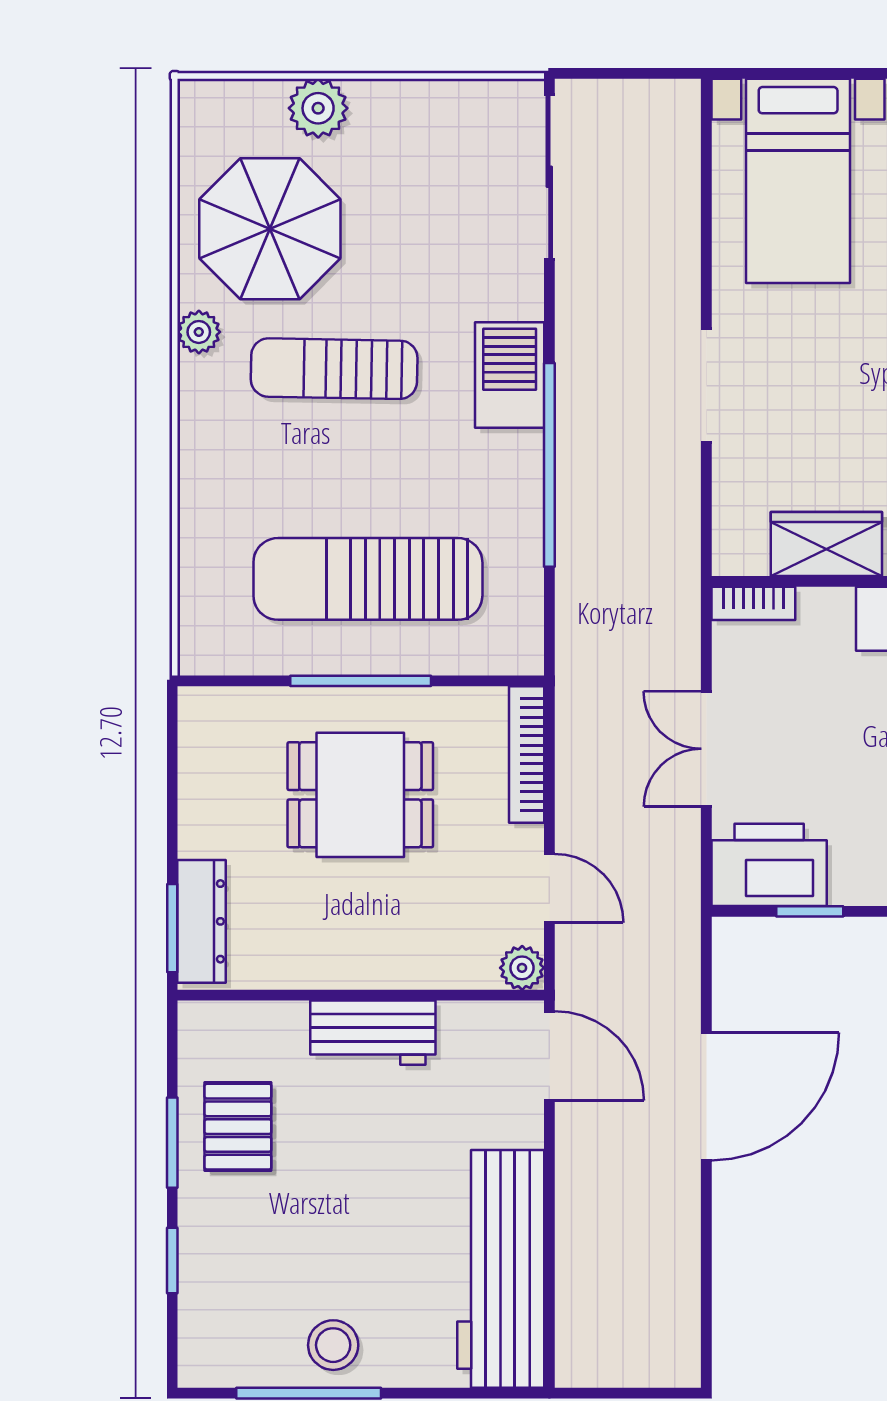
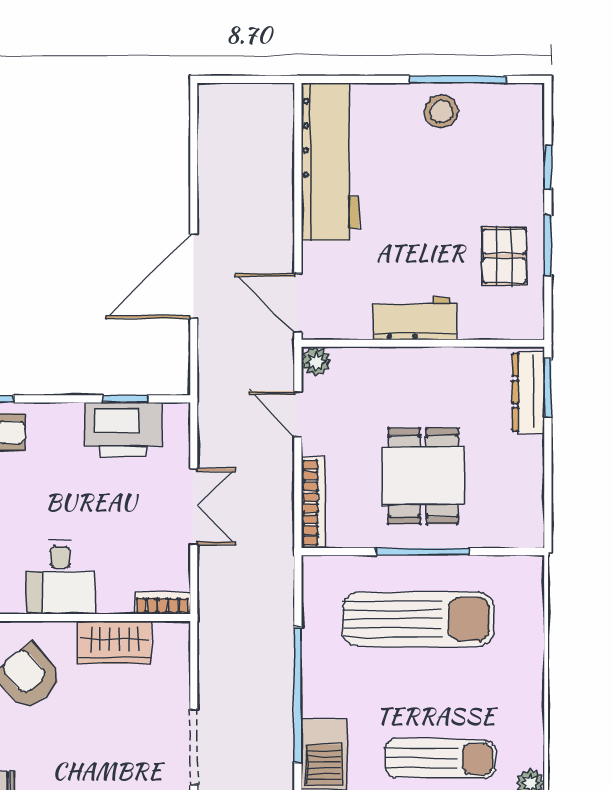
dining table: (360, 795) -> (423, 476), turned 90
printer: (769, 865) -> (123, 430), moved

